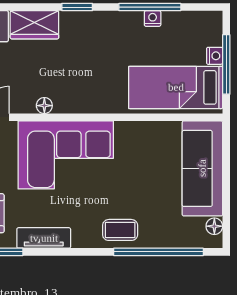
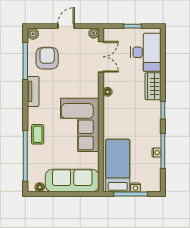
corner sofa: (66, 155) -> (80, 125), moved

